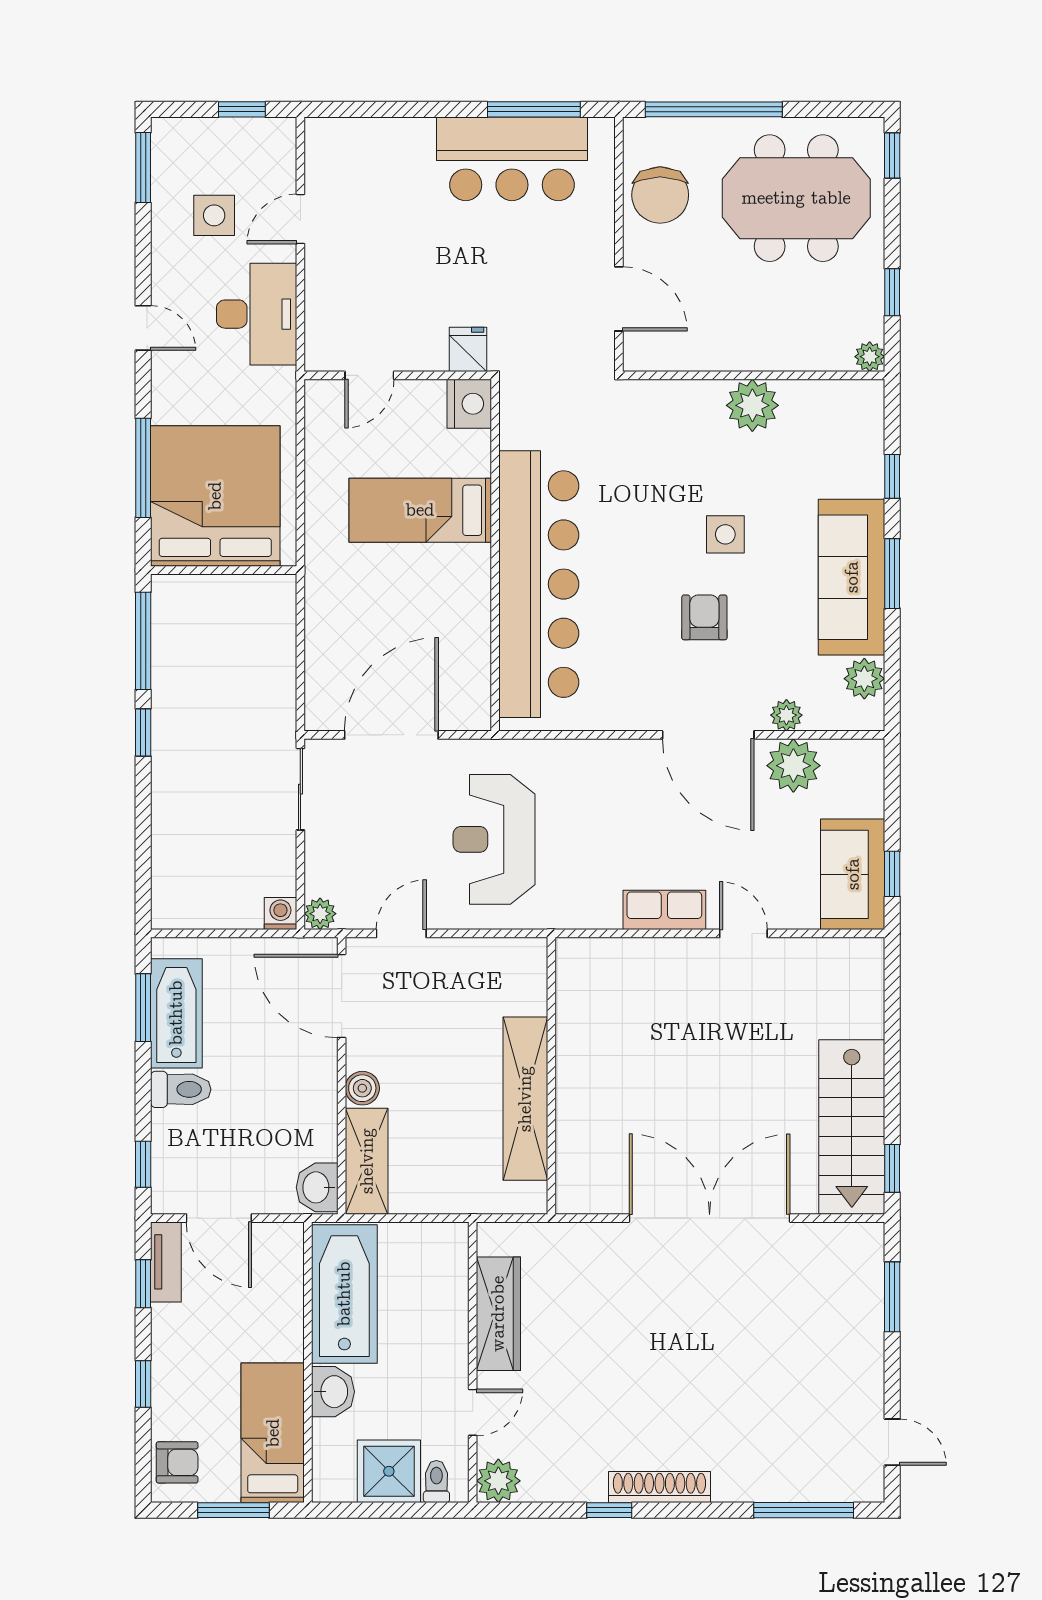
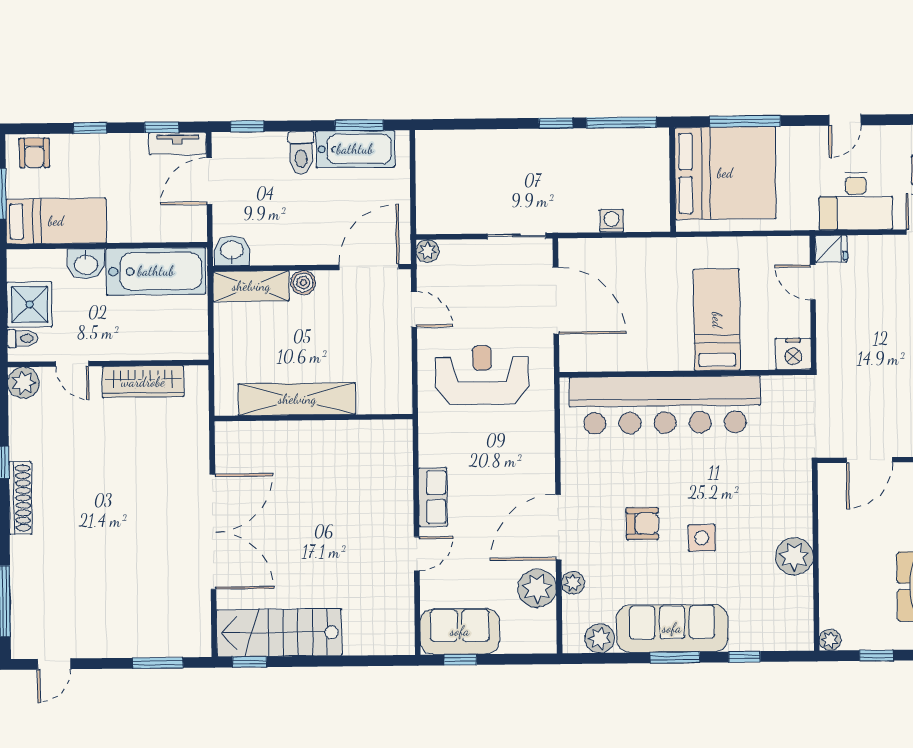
fridge: (468, 349) -> (831, 249), moved
washing machine: (280, 913) -> (612, 221), moved, turned -90

